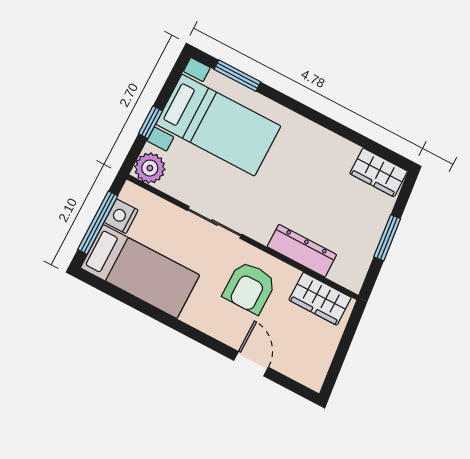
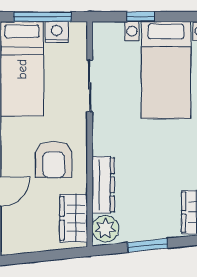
plant: (150, 168) -> (105, 229), moved
sliding door: (215, 222) -> (90, 86), moved
armchair: (250, 288) -> (54, 160), turned -90

